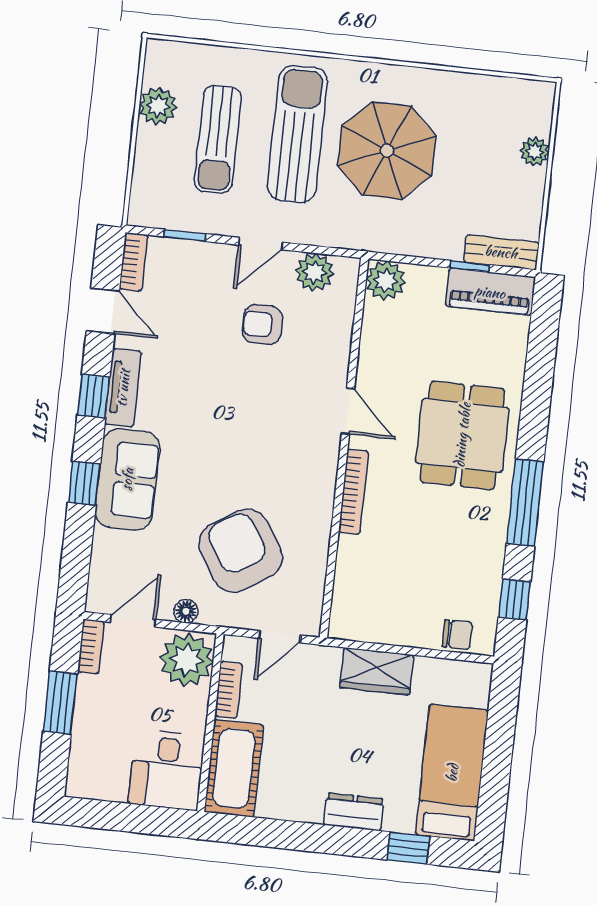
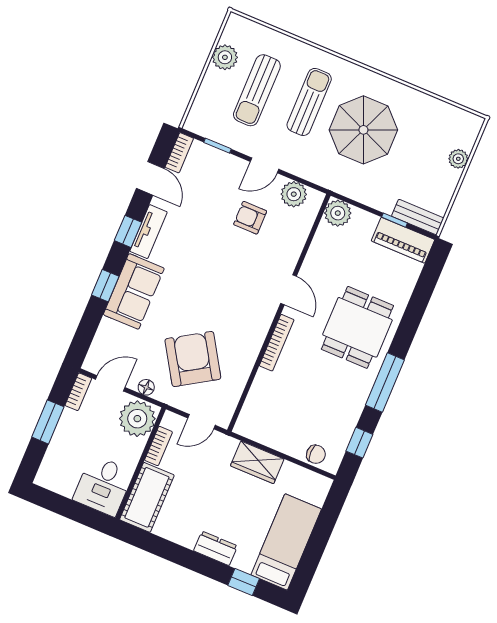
sun lounger: (297, 134) -> (309, 102), width x0.73, depth x0.75

